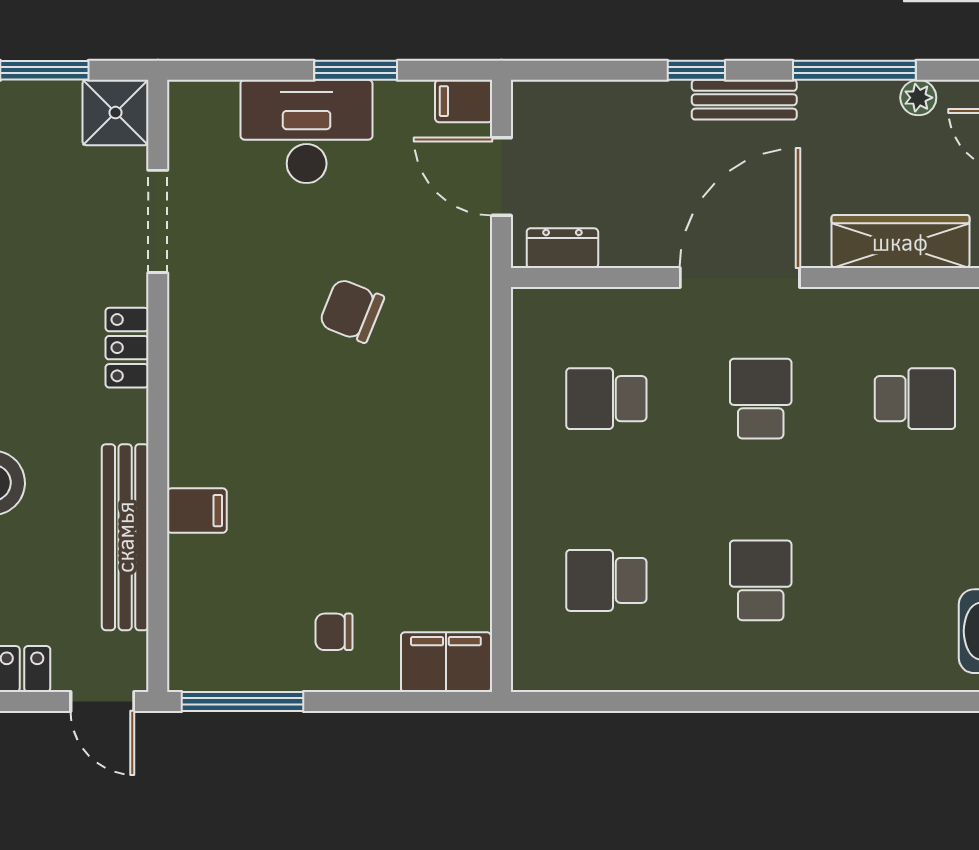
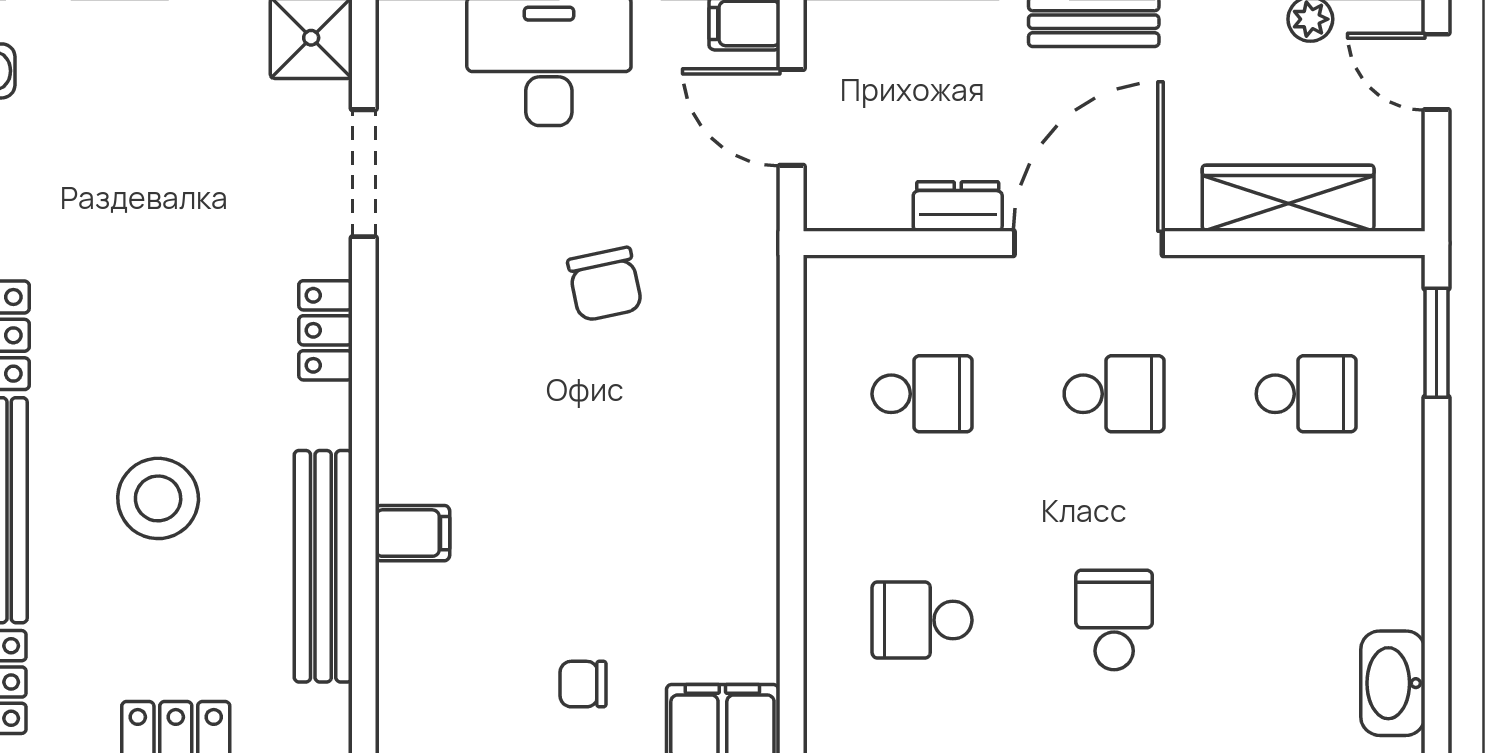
dresser: (562, 248) -> (958, 206), moved
chair: (352, 311) -> (605, 284), turned -124
school desk: (606, 399) -> (922, 394), turned 180
school desk: (761, 399) -> (1114, 394), turned 90

